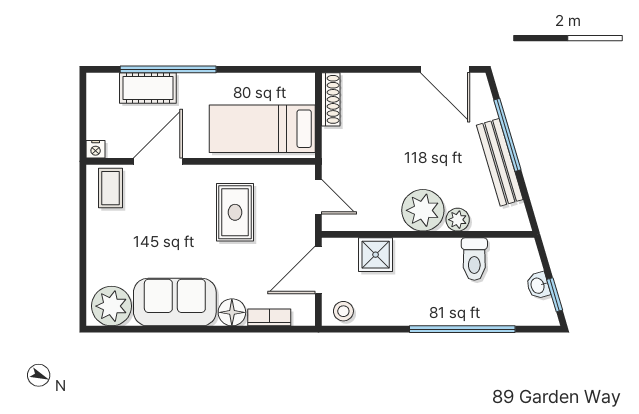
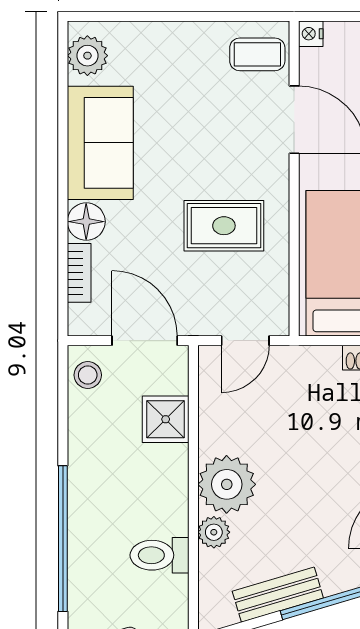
bench: (500, 162) -> (278, 595), width x0.73
plant: (111, 306) -> (87, 56), width x0.73, depth x0.73

